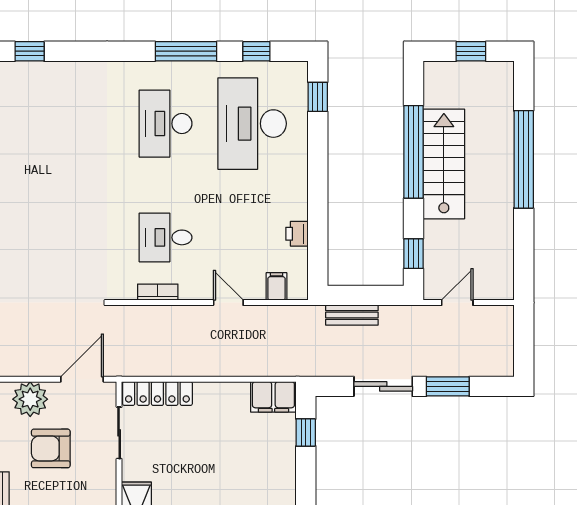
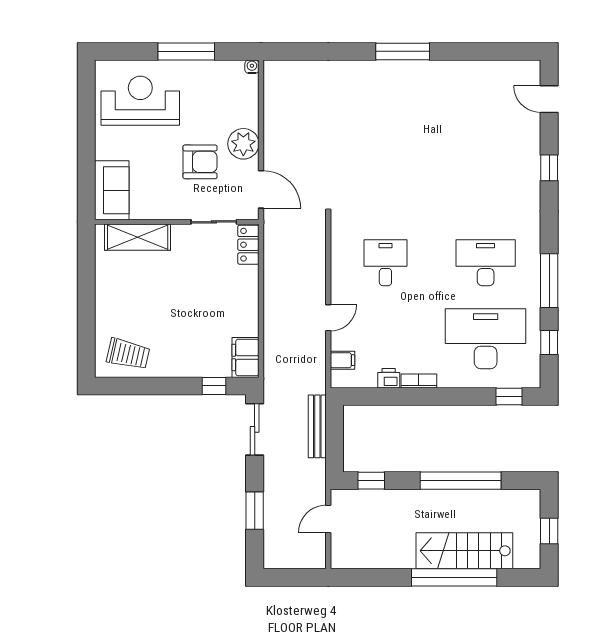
window: (30, 51) -> (549, 168), moved
stairs: (444, 164) -> (464, 551), moved, turned 180
bookcase: (158, 292) -> (419, 381), moved, turned -90
door: (457, 303) -> (328, 519), swing flipped
bench: (352, 315) -> (317, 426), width x1.36
sliding door: (383, 386) -> (255, 429), moved
locker: (157, 394) -> (248, 245), width x0.66
armchair: (51, 448) -> (200, 162), turned 90

